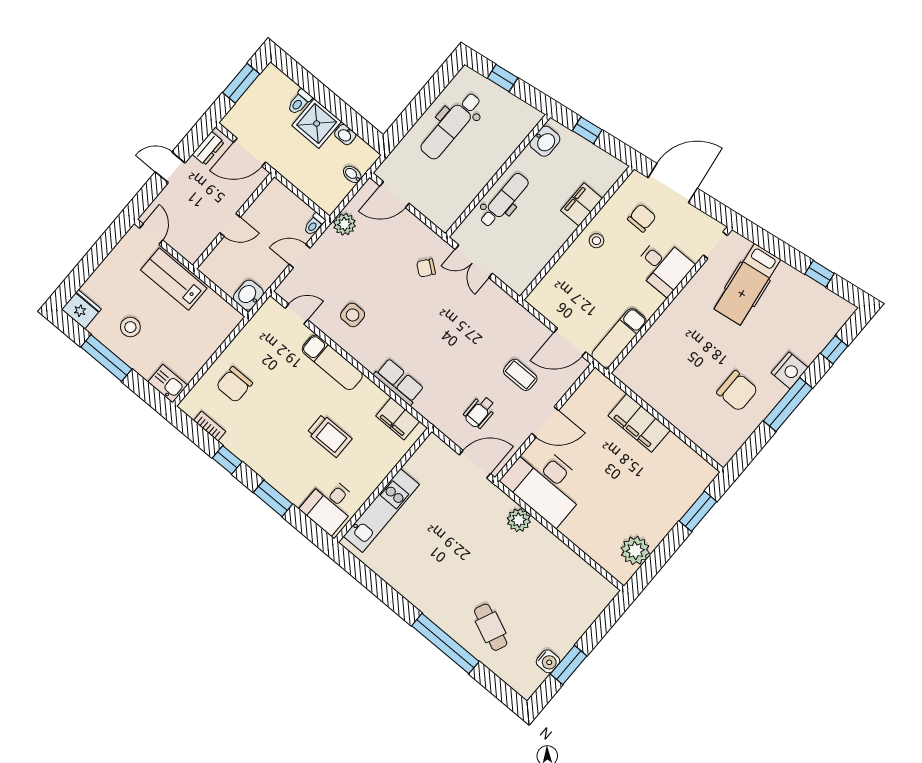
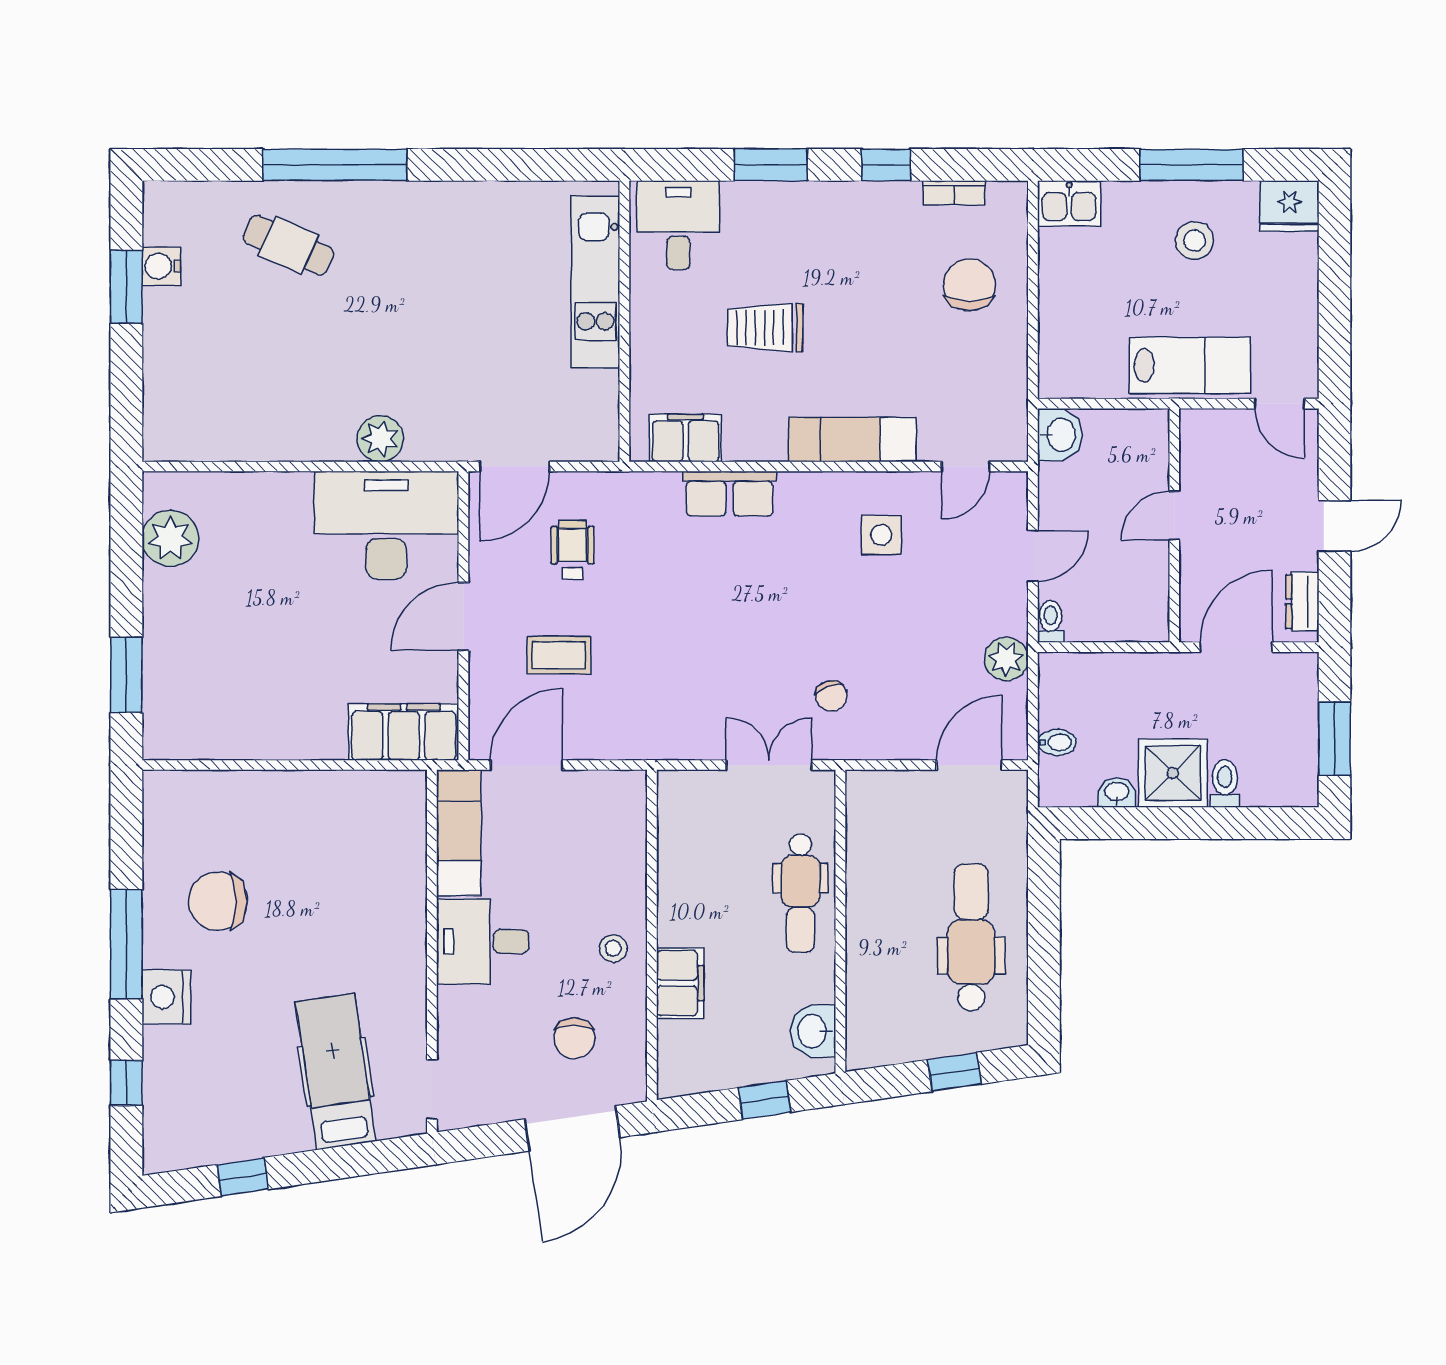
desk: (663, 266) -> (483, 941), moved
chair: (426, 268) -> (831, 696), turned 122
filing cabinet: (639, 423) -> (404, 732), moved

